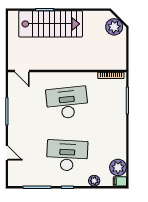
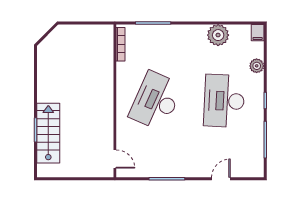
stairs: (51, 24) -> (48, 133), width x0.73, depth x0.66
plant: (114, 27) -> (58, 40), removed
door: (22, 71) -> (115, 159), hinge flipped
desk: (67, 103) -> (156, 101), turned 30
plant: (118, 167) -> (218, 35), moved

